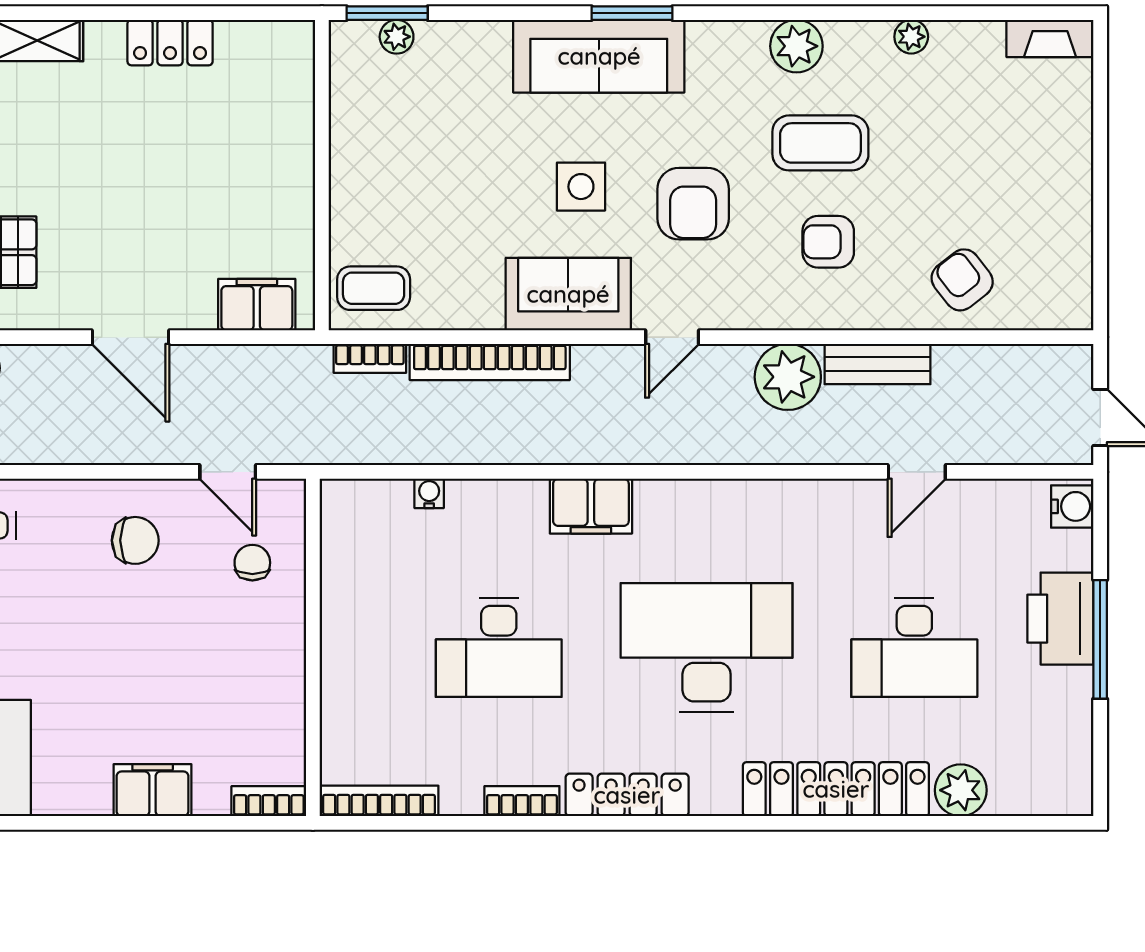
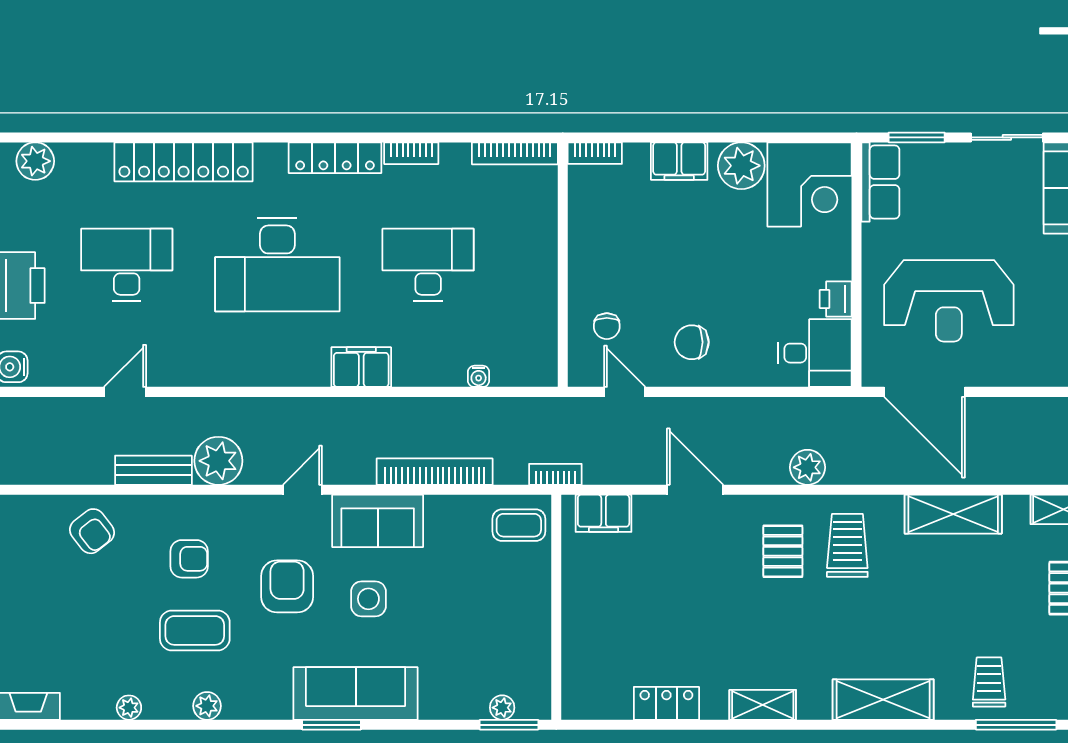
plant: (796, 46) -> (207, 706), width x0.73, depth x0.73
bookcase: (370, 358) -> (555, 474), moved
plant: (67, 784) -> (741, 166), added
plant: (961, 790) -> (35, 161), moved

